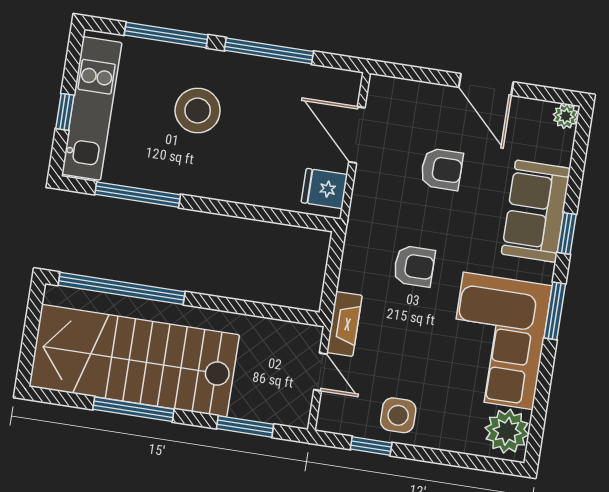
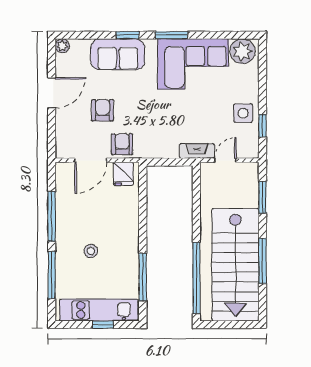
stool: (198, 110) -> (91, 251), width x0.53, depth x0.53
armchair: (414, 266) -> (122, 144), moved

